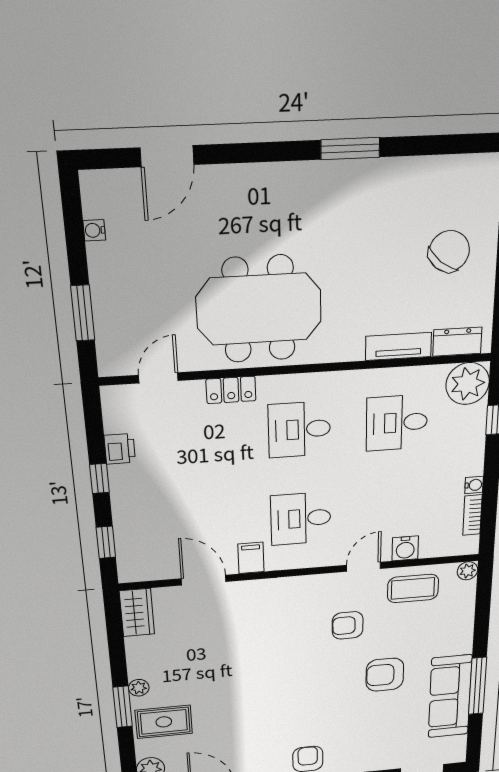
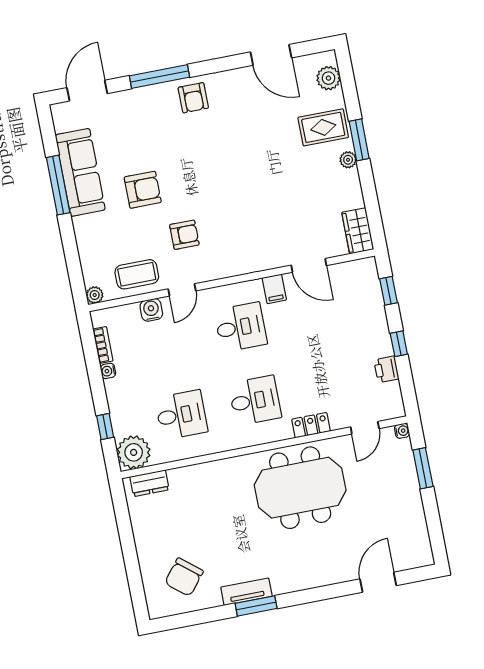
water cooler: (94, 230) -> (402, 431), moved
chair: (449, 251) -> (184, 577), moved
tv unit: (398, 346) -> (246, 592), moved, turned 180

